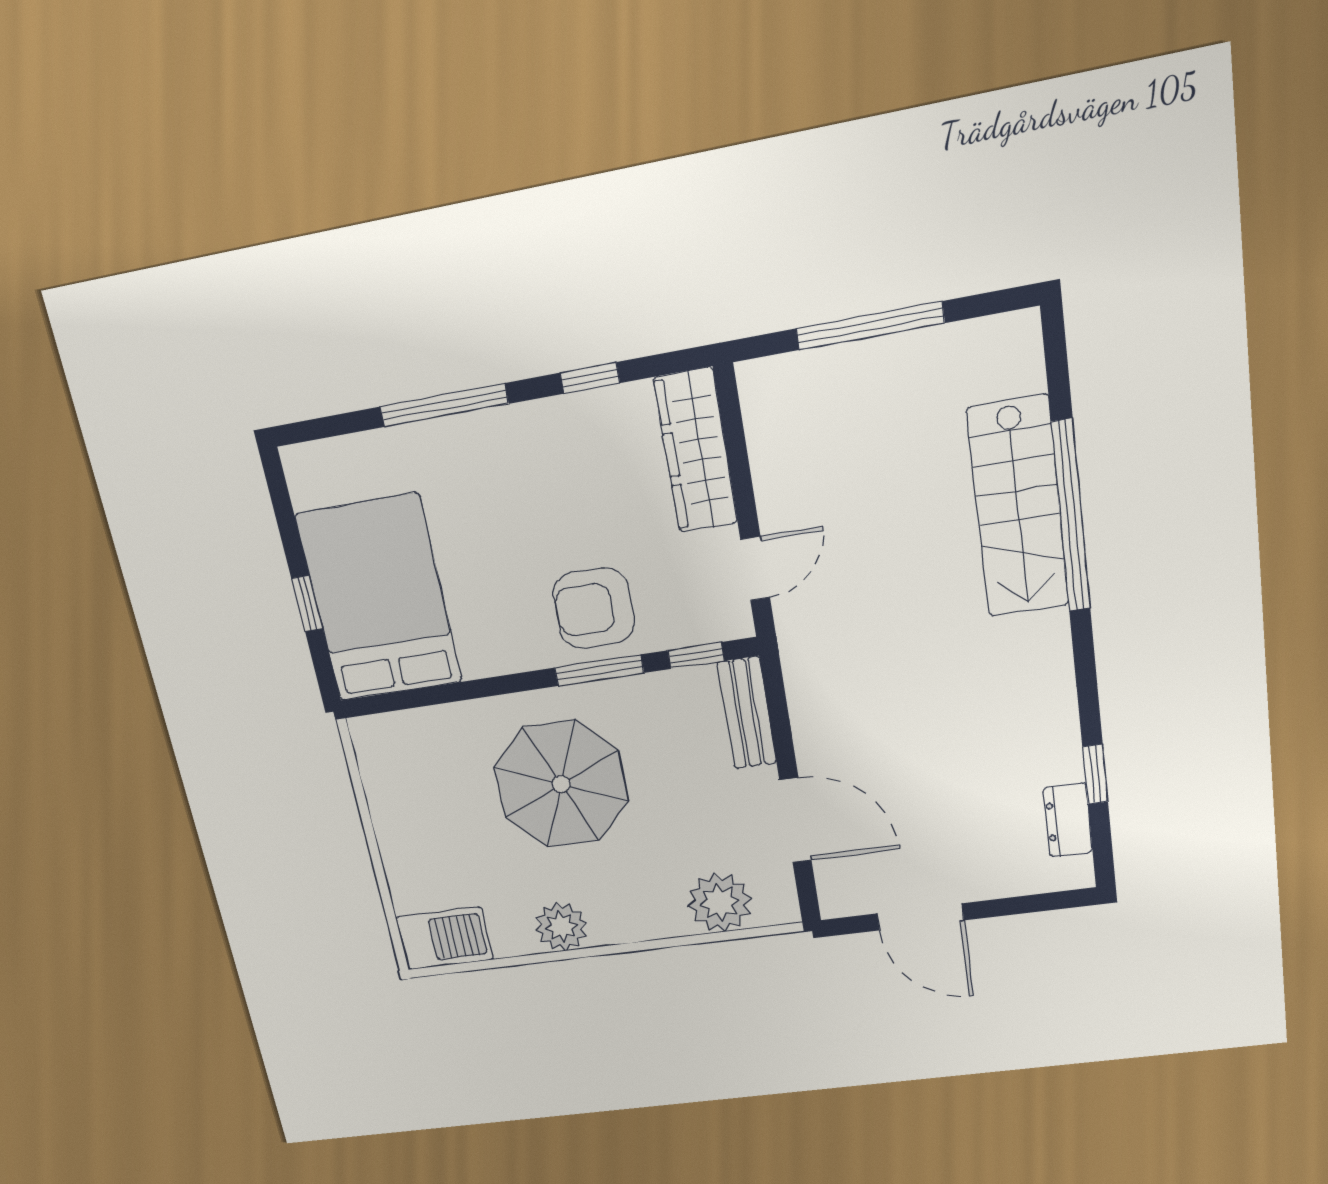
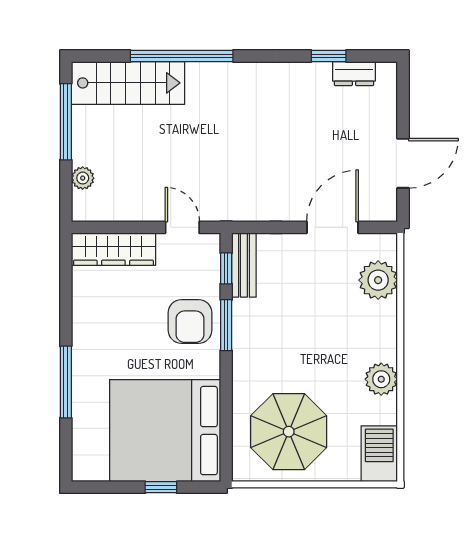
window: (870, 326) -> (66, 122), moved
plant: (818, 369) -> (83, 178), added
window: (590, 378) -> (66, 299), removed
stairs: (1018, 507) -> (128, 83), moved
bed: (379, 599) -> (165, 431), width x1.36
bench: (747, 713) -> (244, 265), moved, turned 90
parasol: (561, 784) -> (289, 432), moved

